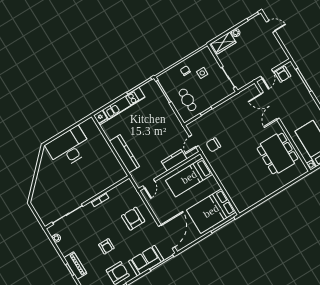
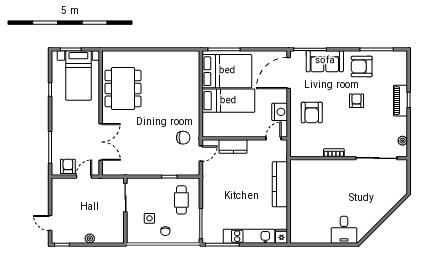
wardrobe: (223, 43) -> (109, 236), removed
desk: (69, 147) -> (344, 230), width x0.53, depth x0.77
bed: (189, 177) -> (228, 101), moved
nightstand: (156, 205) -> (280, 112), added

